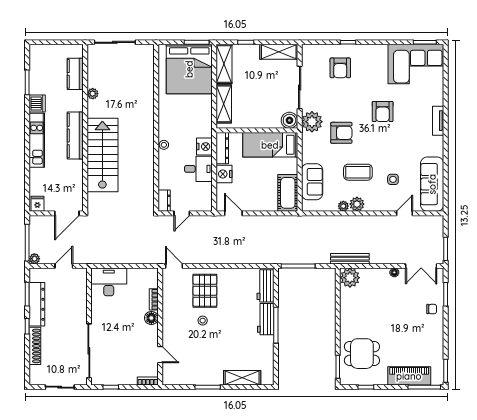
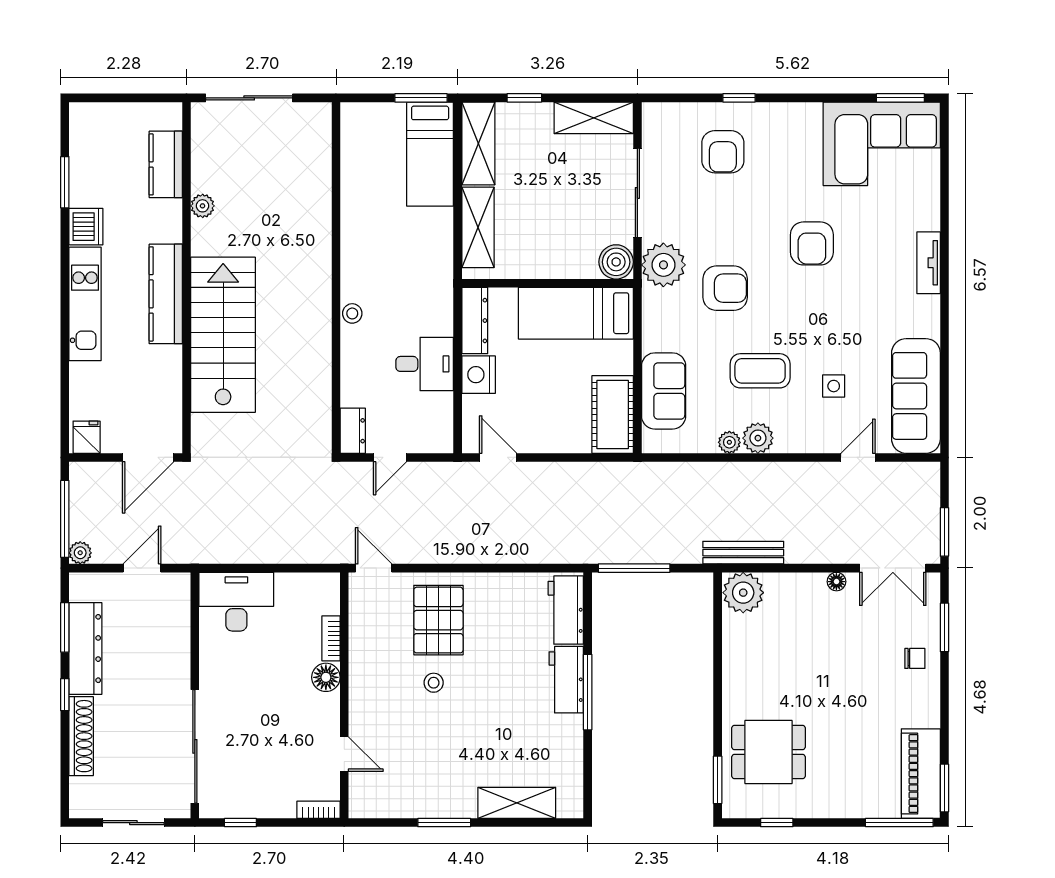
bed: (189, 69) -> (430, 154), width x0.49
nightstand: (204, 147) -> (437, 317), removed
piano: (409, 376) -> (921, 774), moved, turned -90

